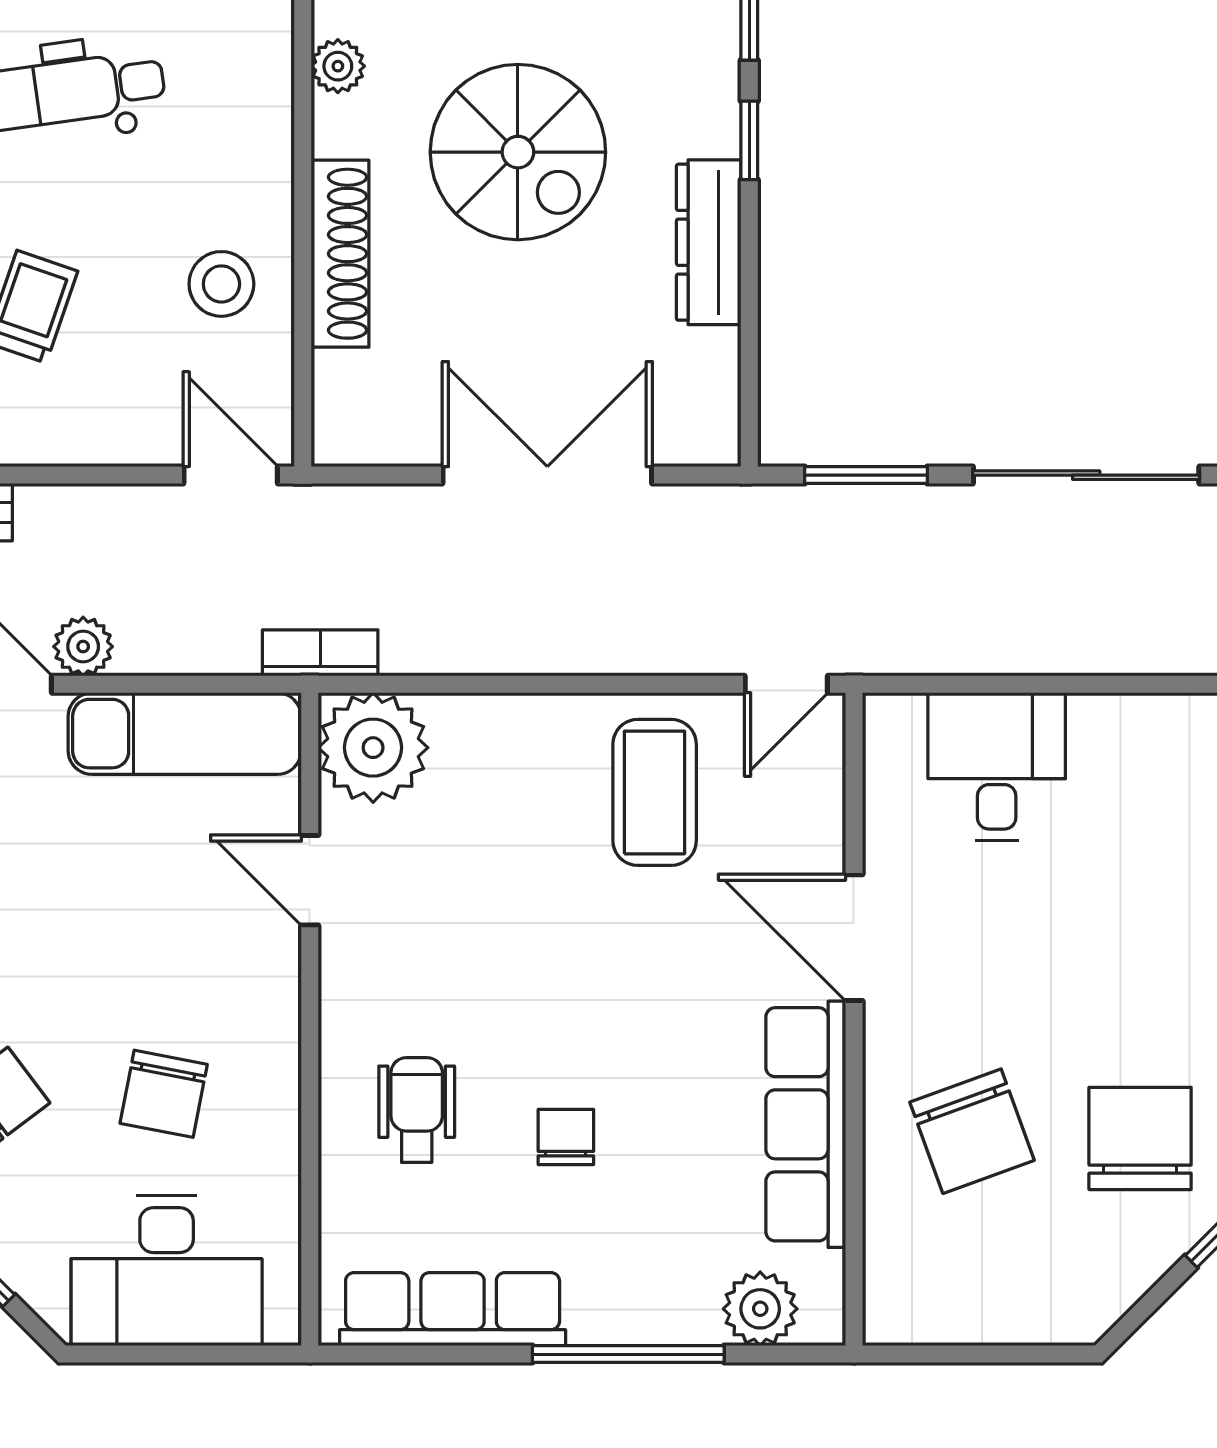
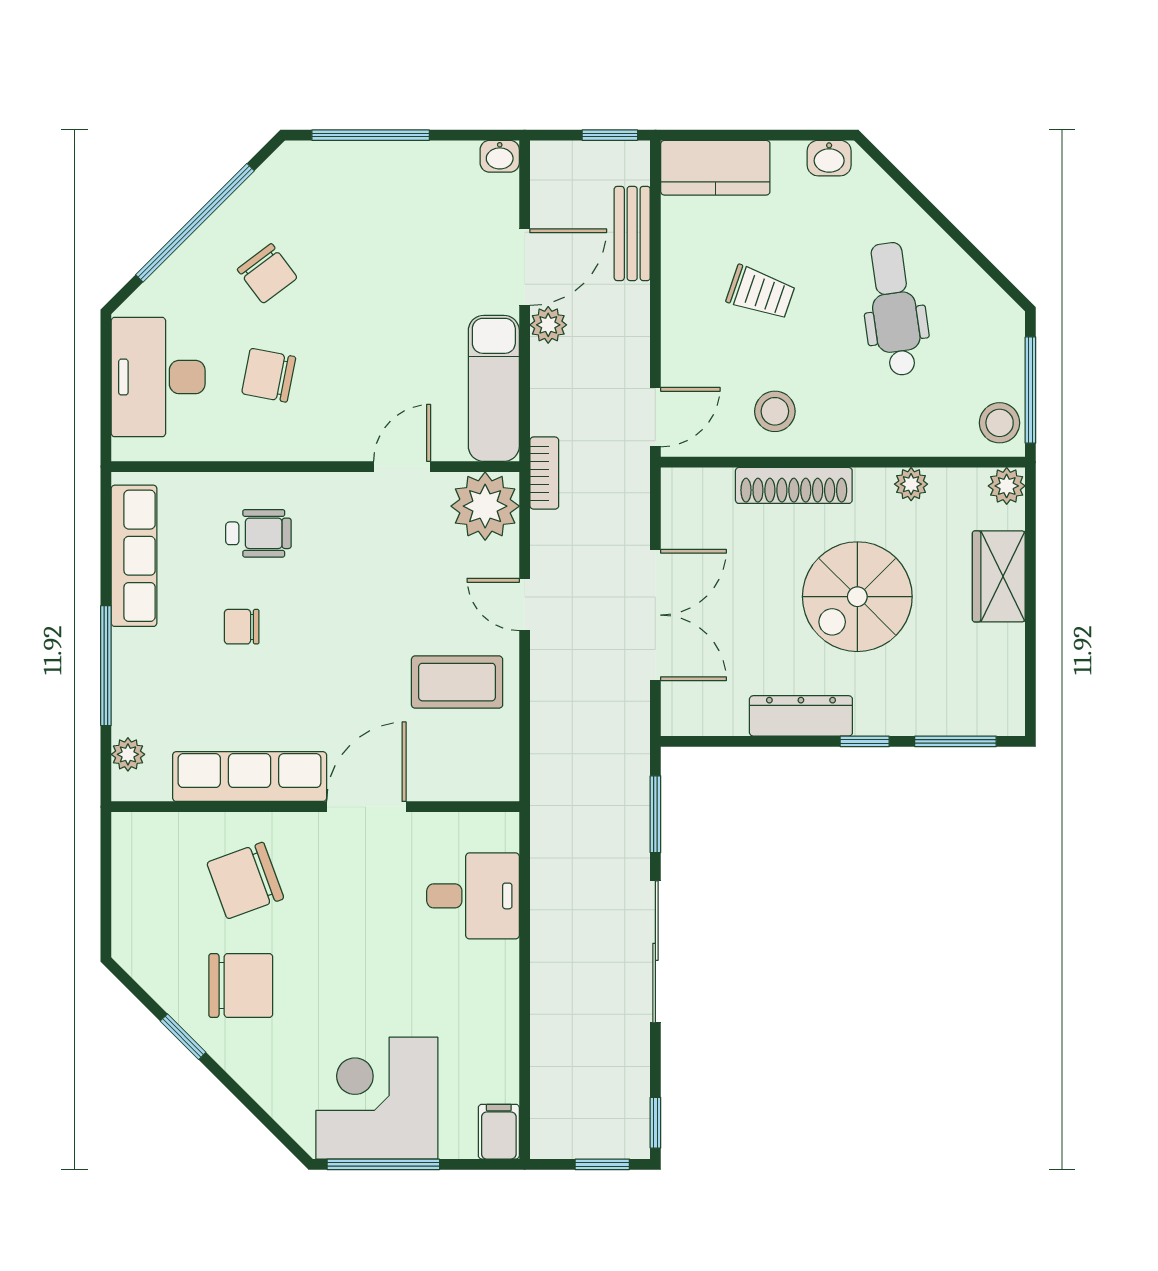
door: (786, 684) -> (525, 604), moved
chair: (566, 1137) -> (242, 627), turned 180
plant: (760, 1309) -> (128, 754), width x0.73, depth x0.73

